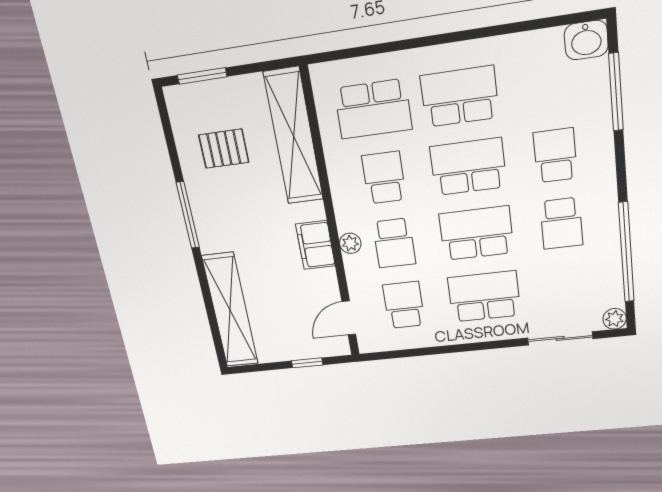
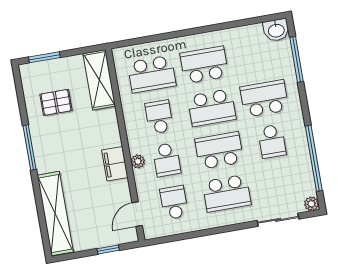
shelving: (294, 137) -> (99, 80), width x0.68
school desk: (555, 155) -> (264, 99), width x1.85
school desk: (468, 167) -> (212, 108), turned 180
school desk: (484, 297) -> (227, 193), turned 180

